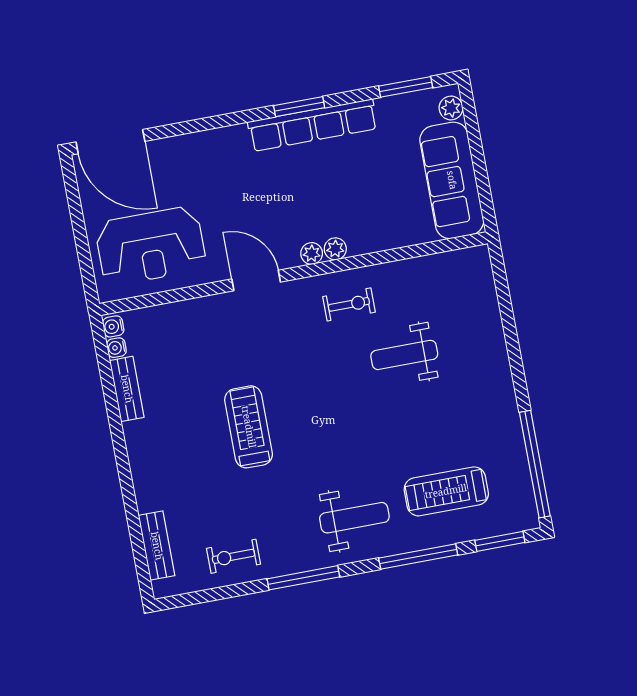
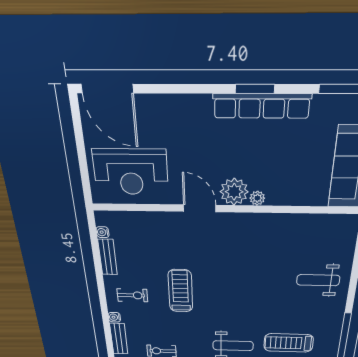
plant: (312, 253) -> (234, 192), width x1.87, depth x1.87
exercise bike: (349, 304) -> (132, 295), moved
water cooler: (113, 326) -> (114, 317), moved
weight bench: (404, 355) -> (318, 280), moved

